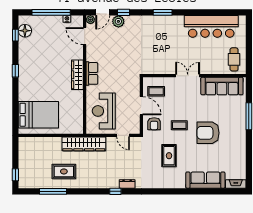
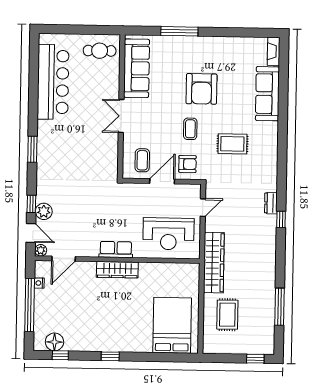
rug: (64, 171) -> (227, 315), moved

